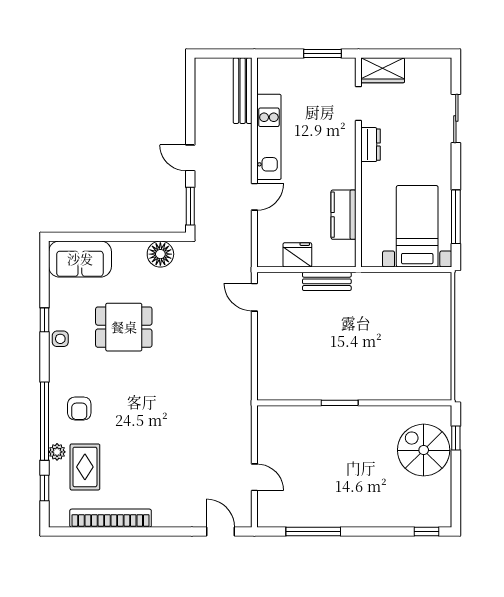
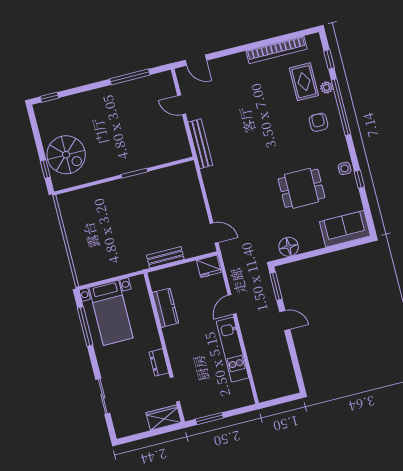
bench: (243, 91) -> (200, 144), moved
fridge: (297, 255) -> (209, 266), moved

